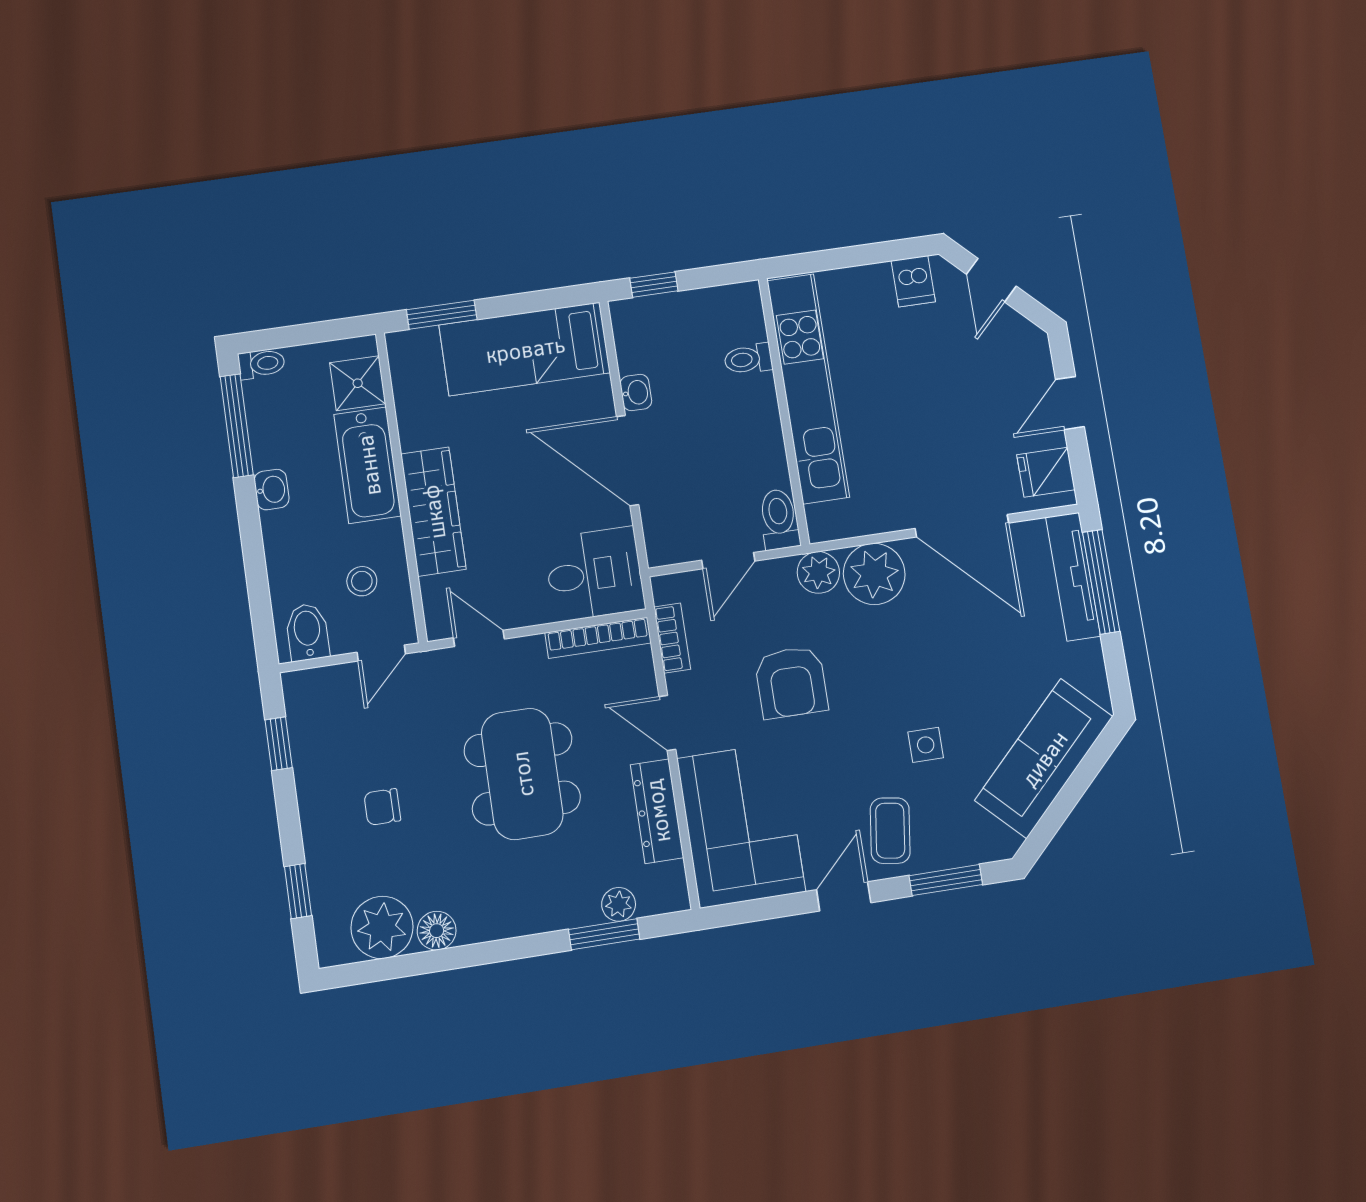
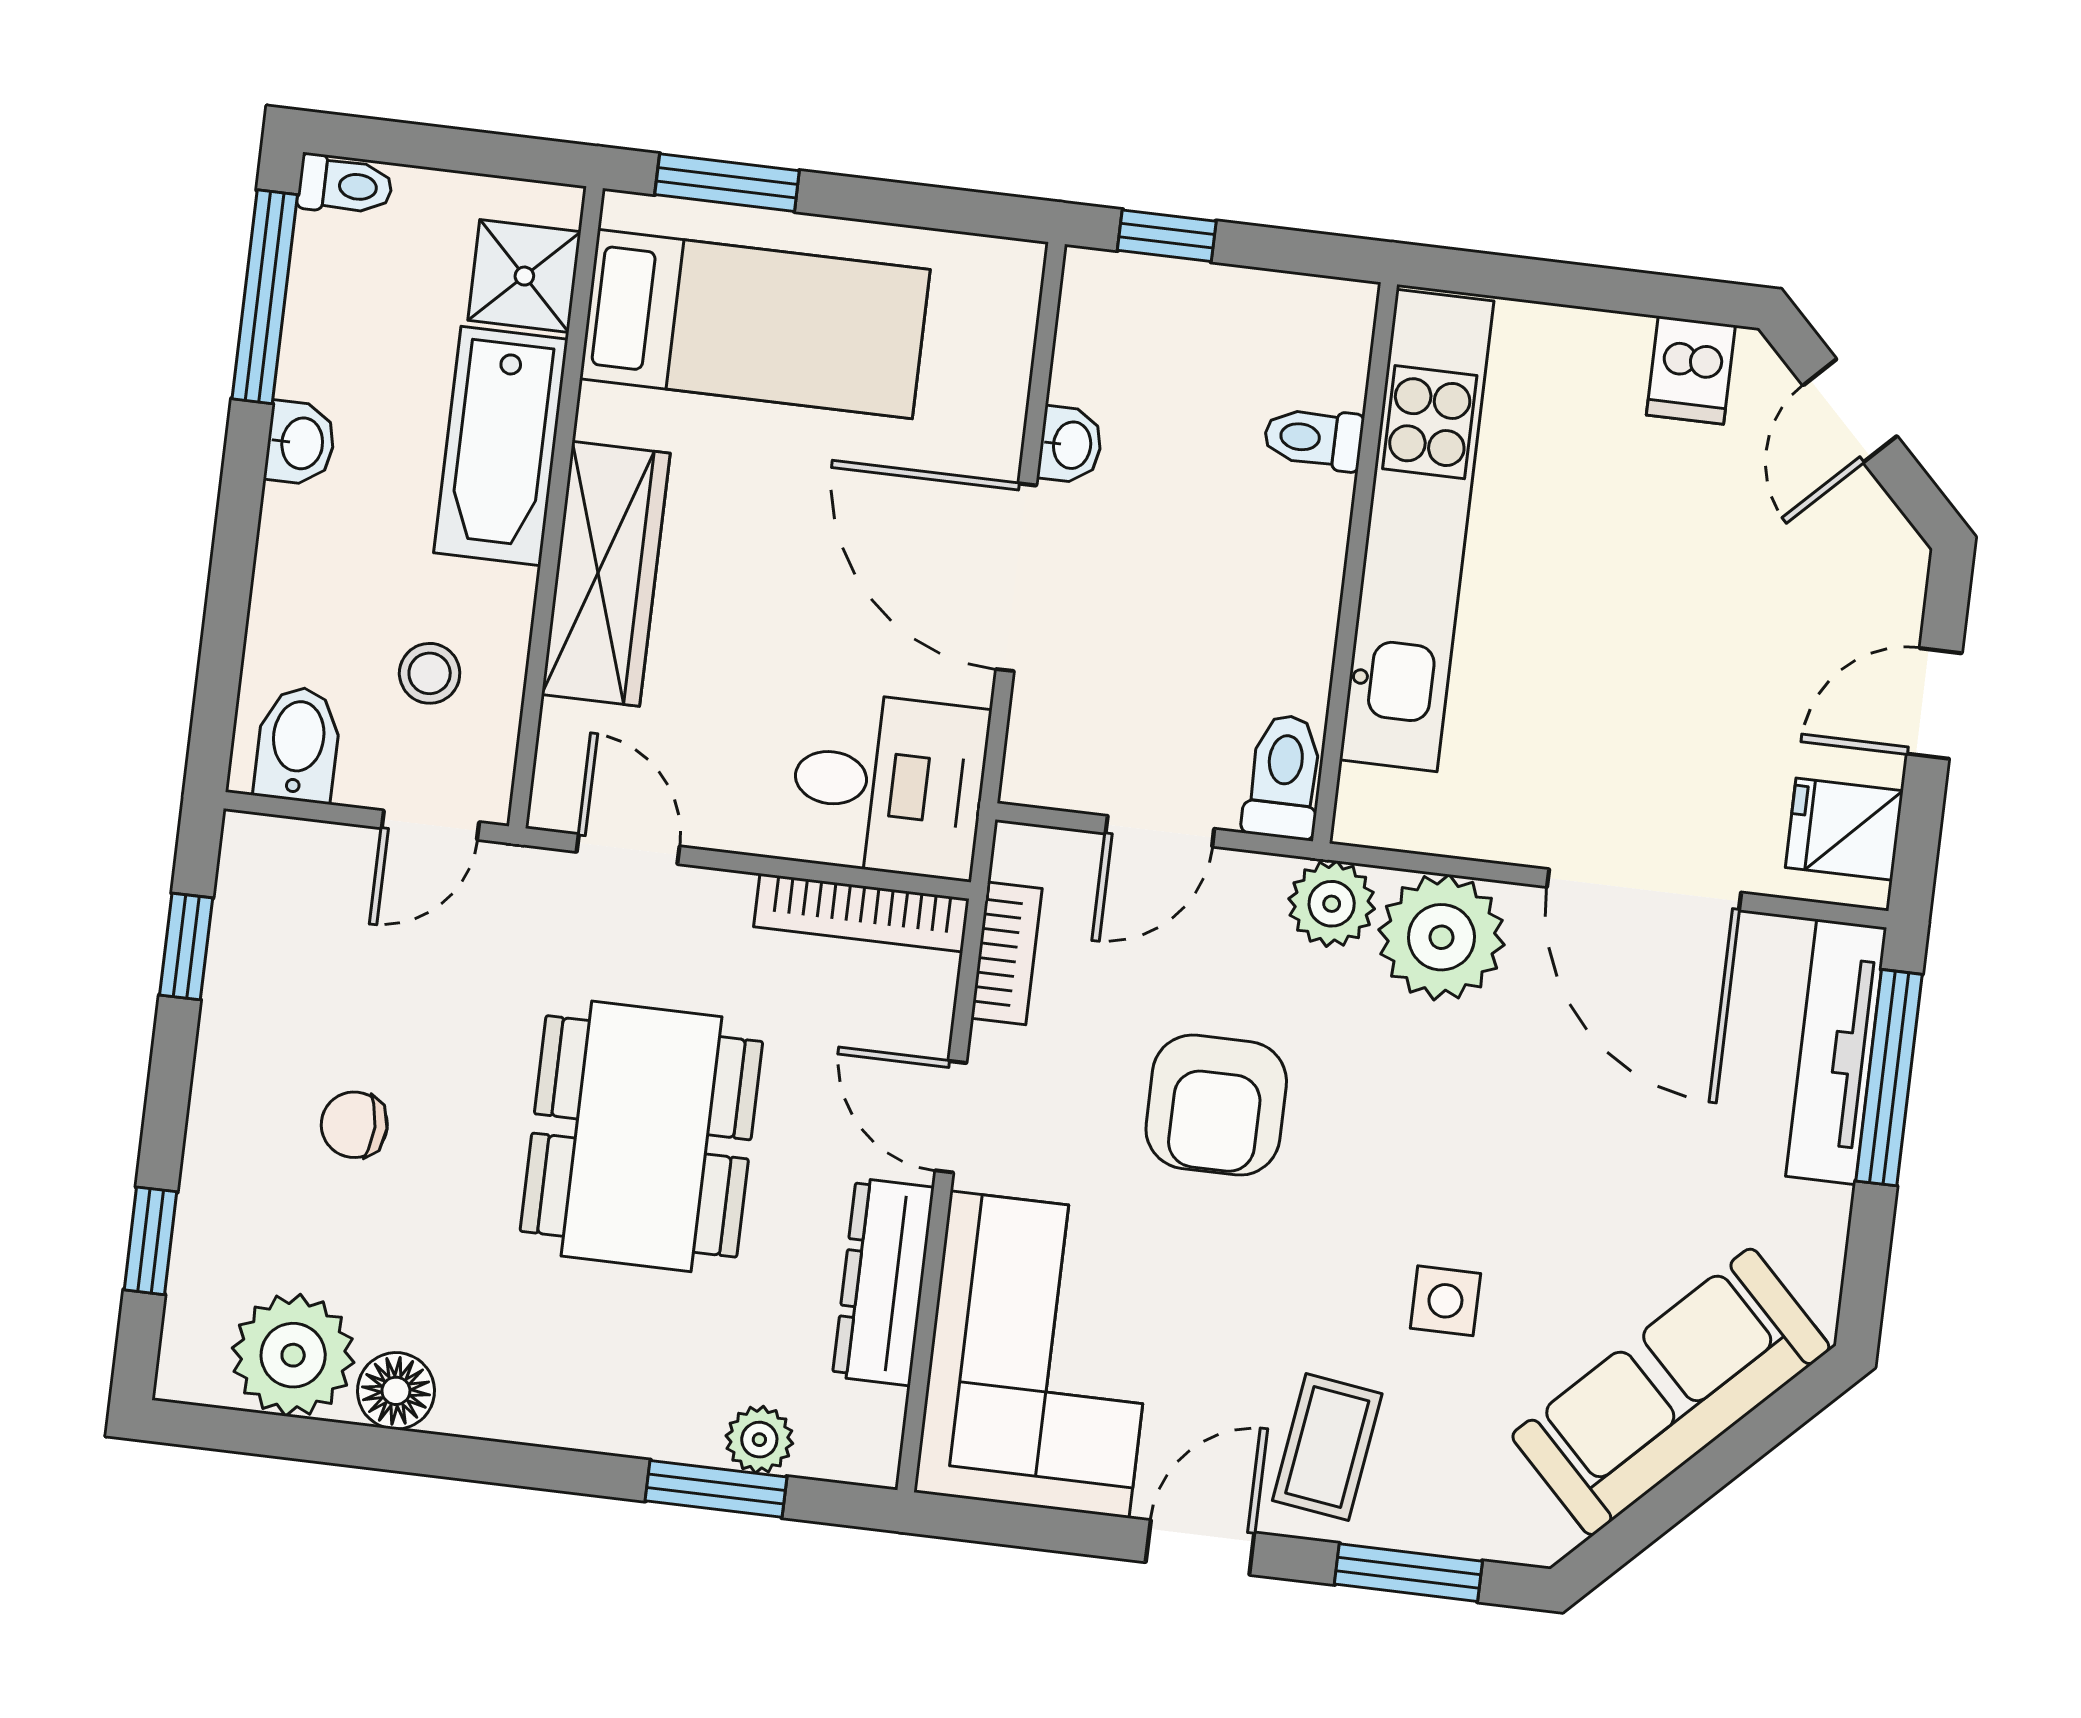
bed: (525, 349) -> (755, 324), moved, turned 180

